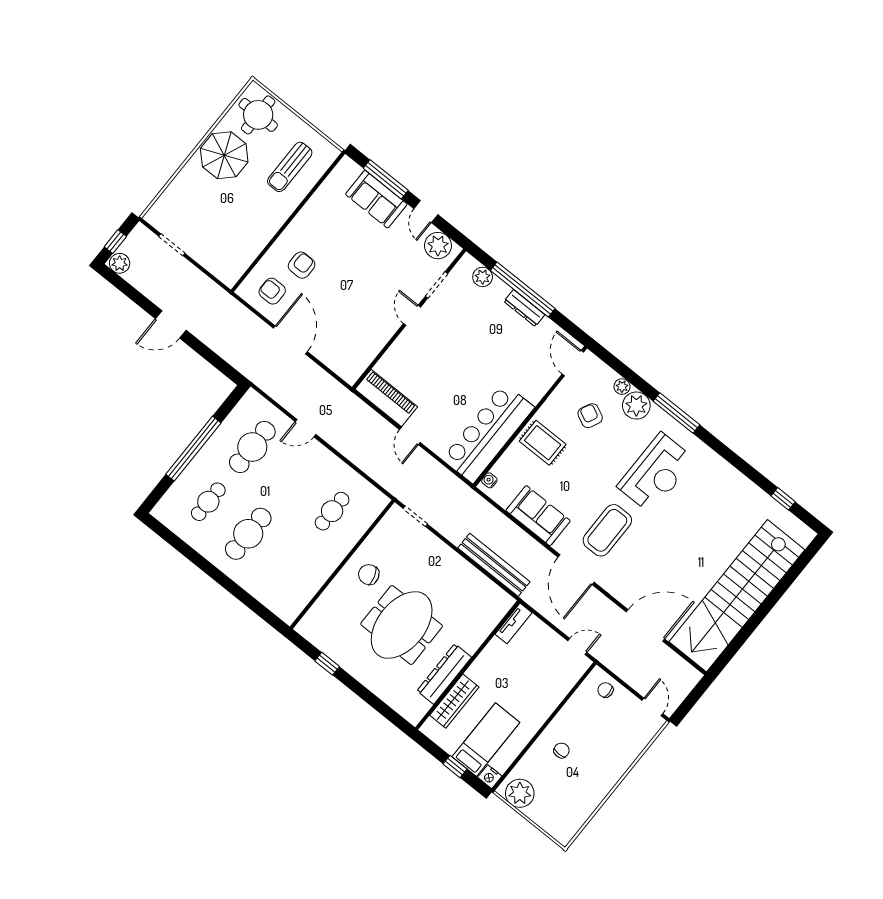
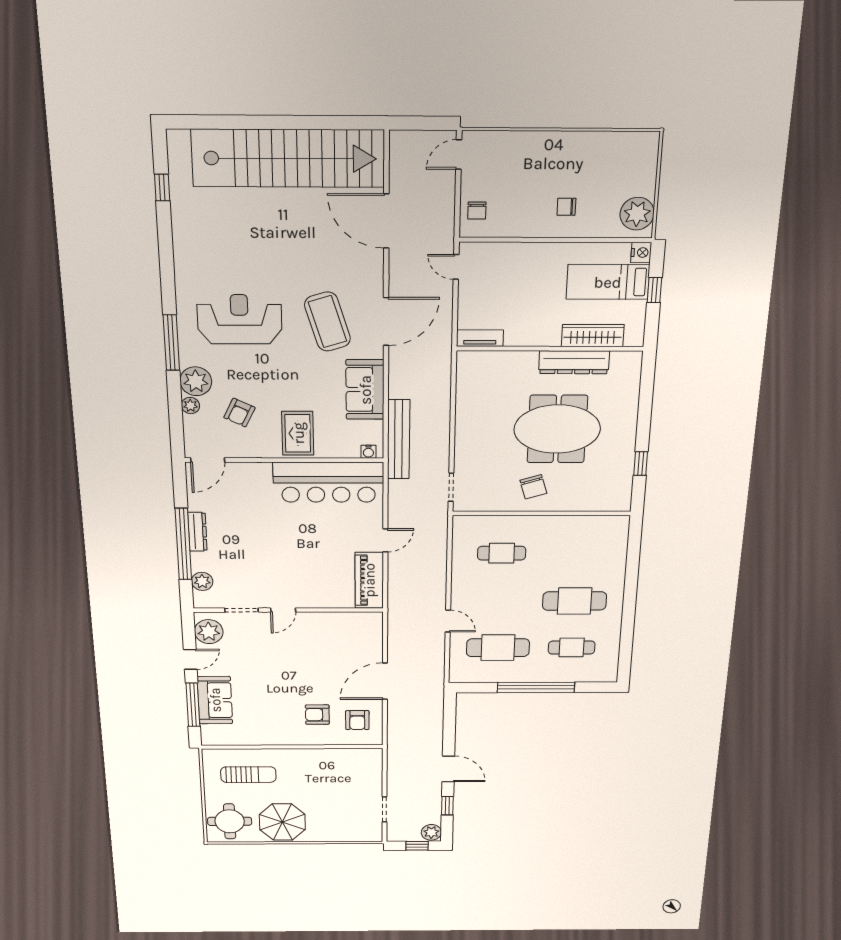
window: (136, 296) -> (447, 806), added
coffee table: (607, 530) -> (327, 322), turned 73
bench: (494, 565) -> (399, 439), moved

